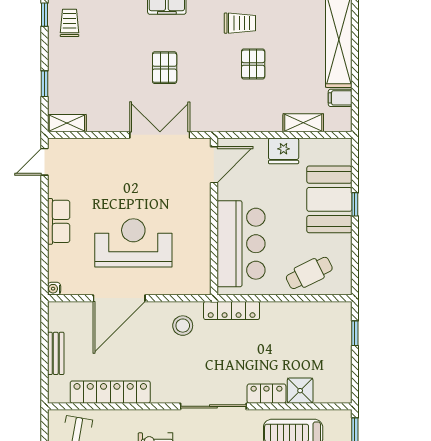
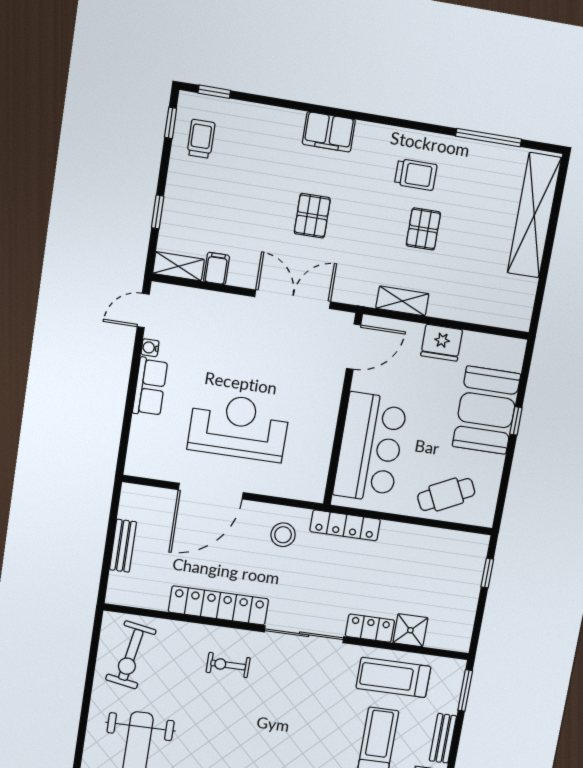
filing cabinet: (340, 98) -> (217, 268), moved, turned 90
shelving: (303, 123) -> (402, 301), moved
water cooler: (54, 289) -> (150, 348), moved
locker: (110, 392) -> (219, 605), moved

